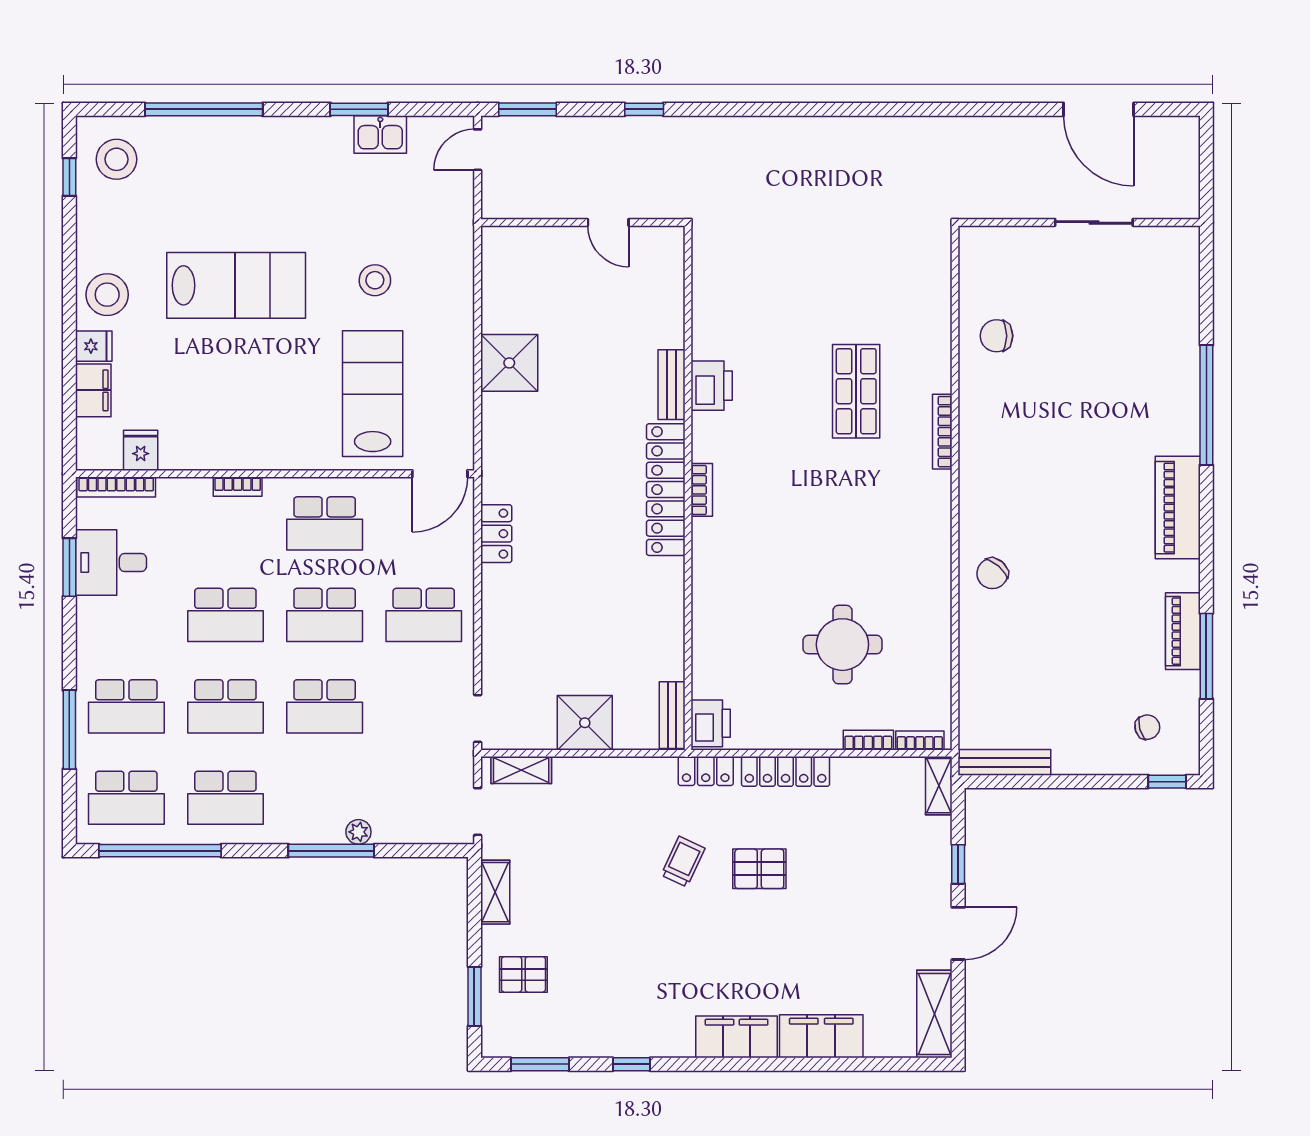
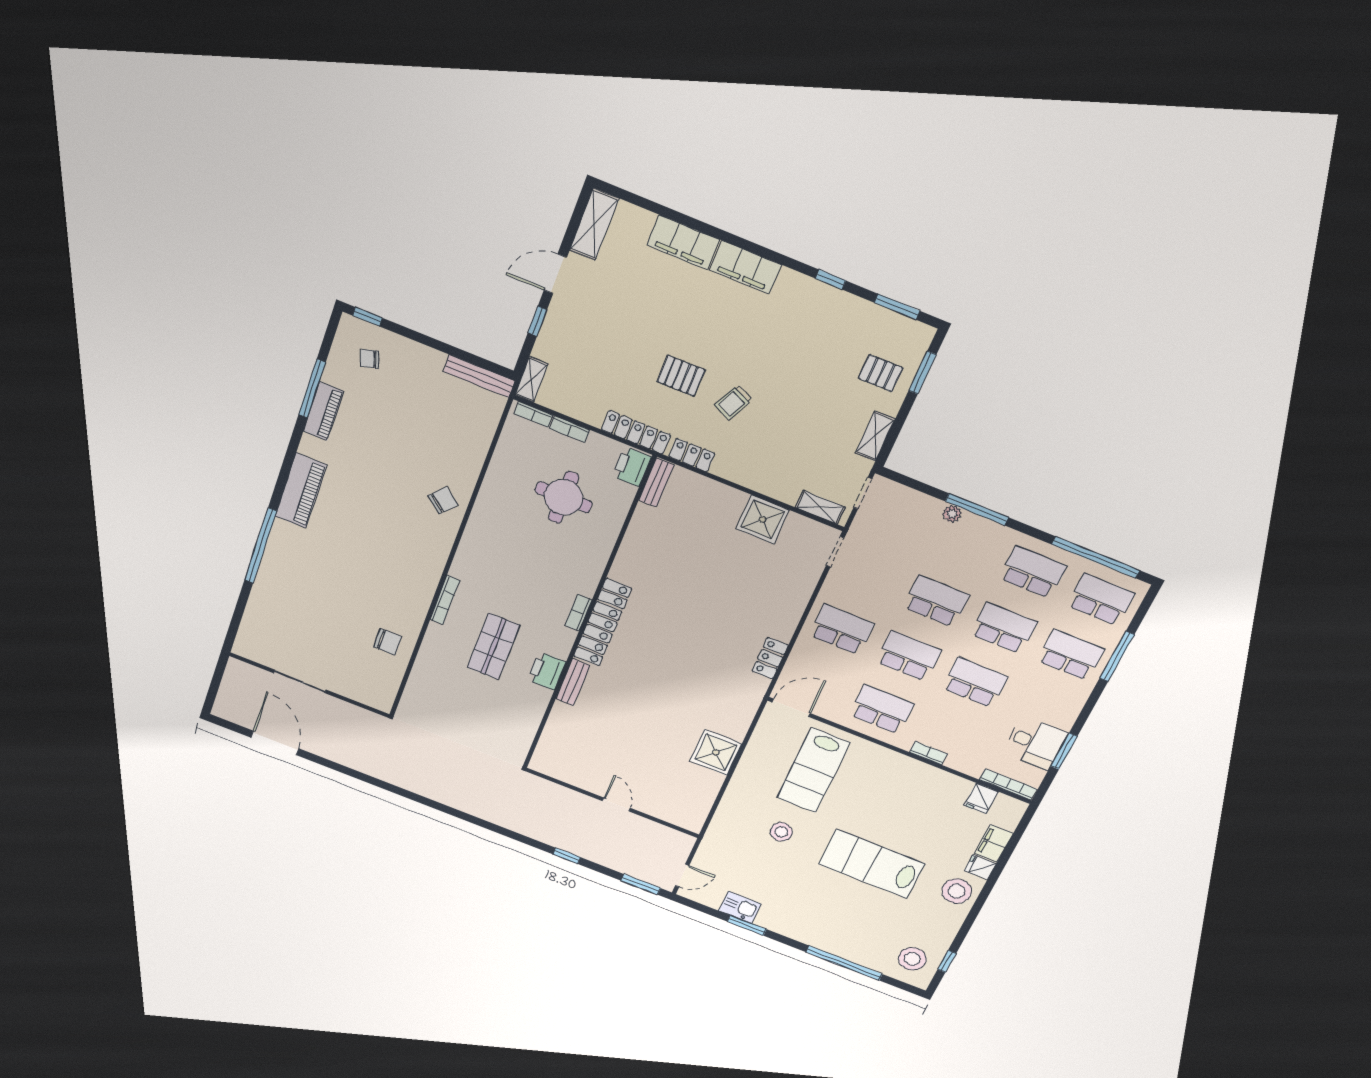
bench: (672, 385) -> (573, 682), moved
printer: (712, 386) -> (547, 671), moved
wall: (688, 488) -> (587, 617), moved
locker: (666, 490) -> (602, 622), moved
bookcase: (702, 490) -> (578, 613), moved
bench: (672, 715) -> (656, 483), moved
printer: (711, 723) -> (632, 467), moved

